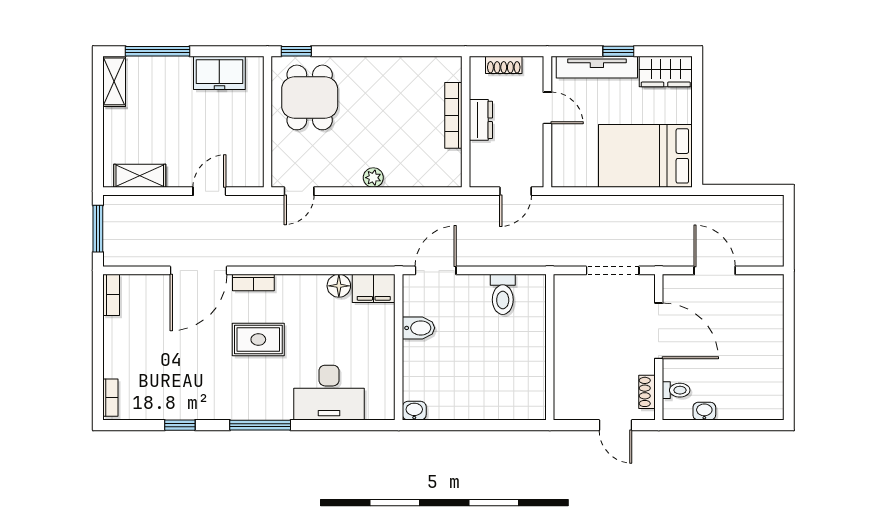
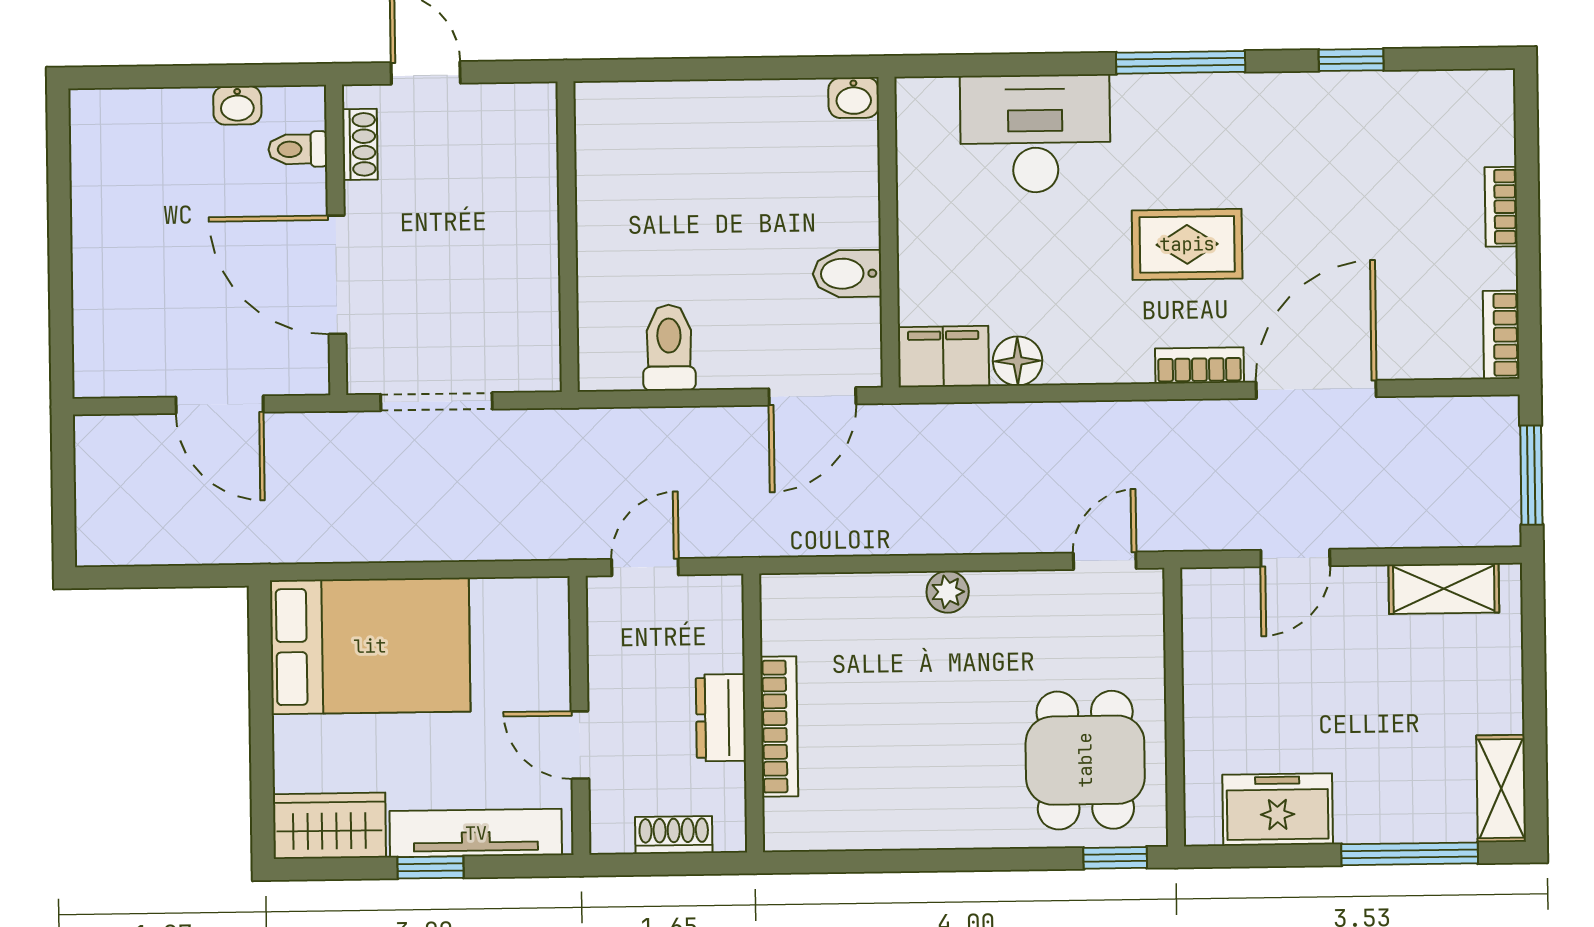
bookcase: (110, 398) -> (1501, 207), moved

